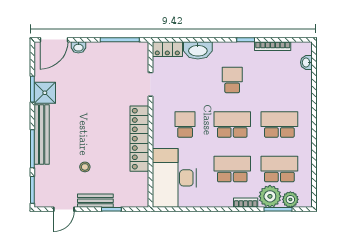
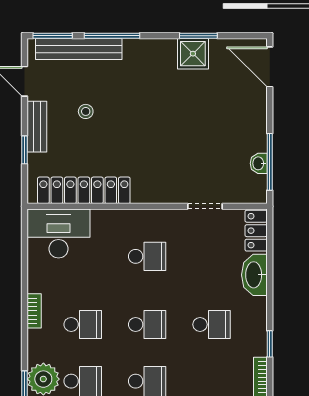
washbasin: (78, 47) -> (259, 163), moved
school desk: (232, 124) -> (147, 324), width x0.54
bench: (42, 134) -> (79, 49), moved
locker: (139, 139) -> (84, 190), moved
school desk: (232, 169) -> (83, 324), width x0.54
desk: (174, 178) -> (58, 234), width x0.73, depth x0.77
bookcase: (246, 203) -> (34, 311), moved

